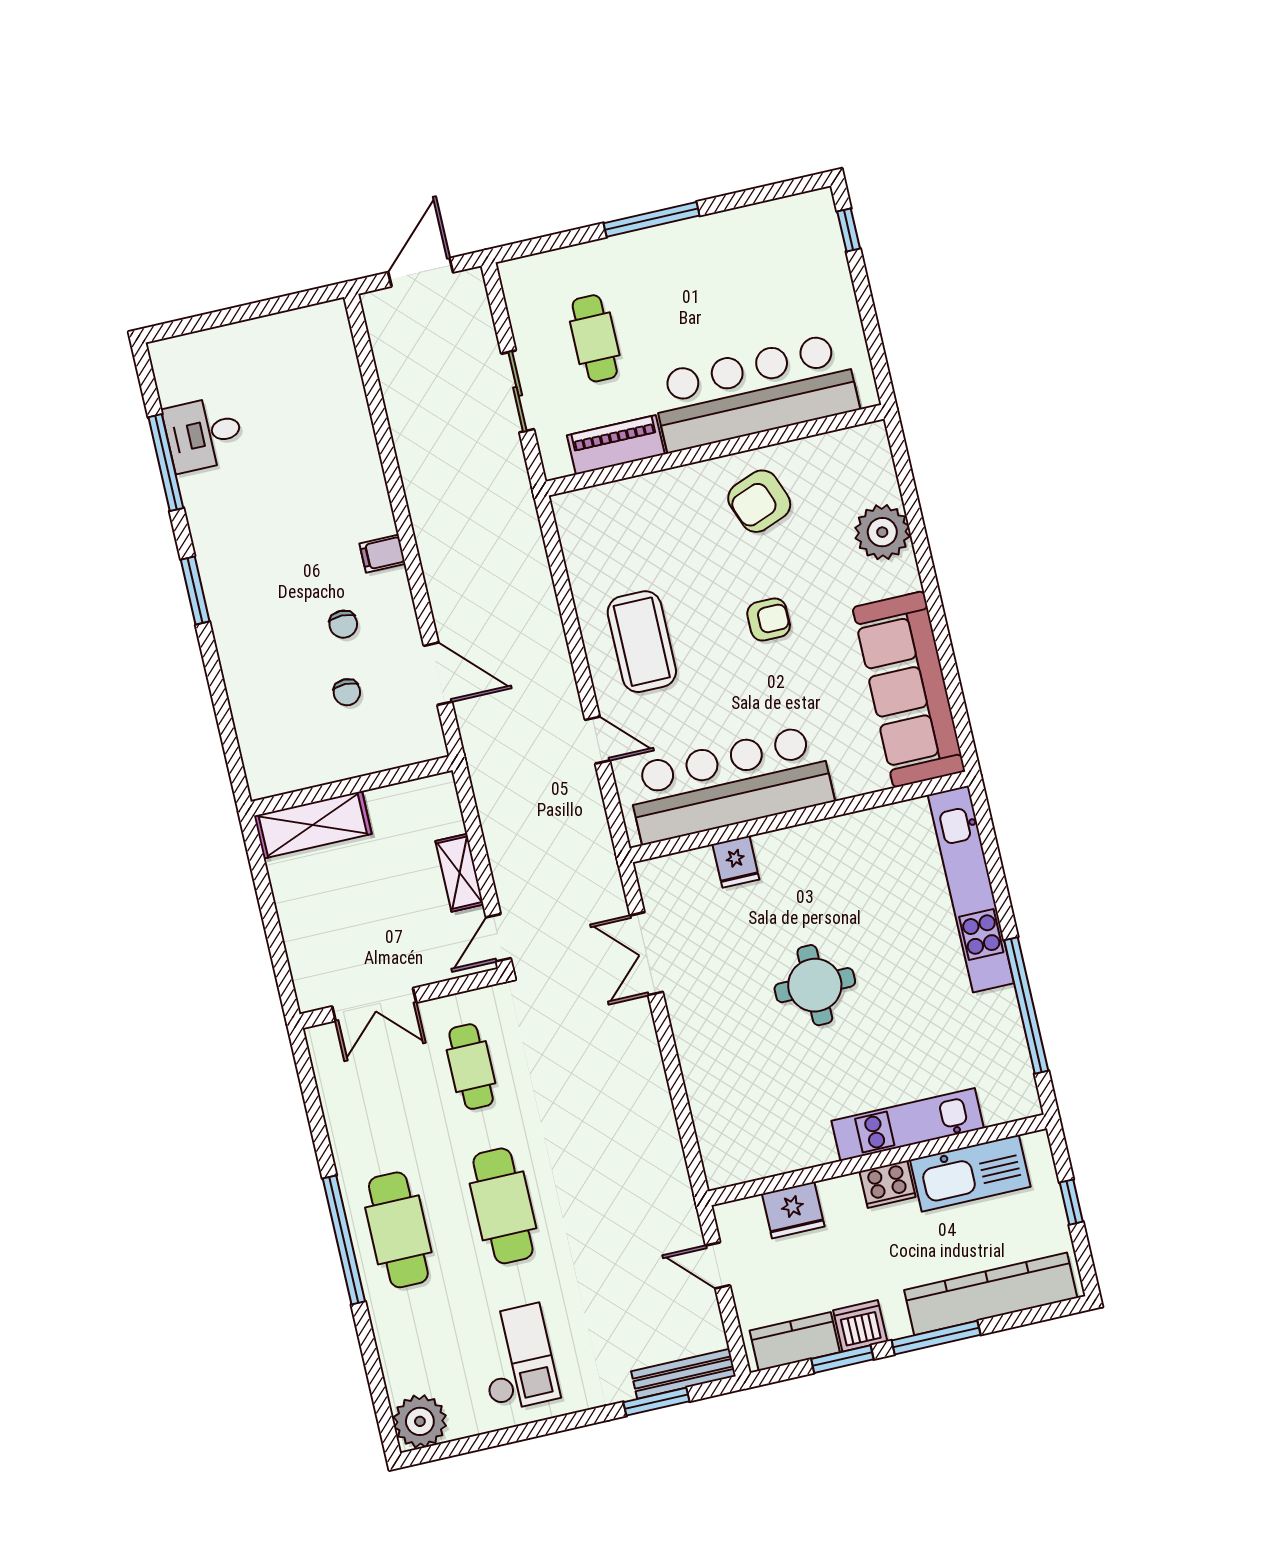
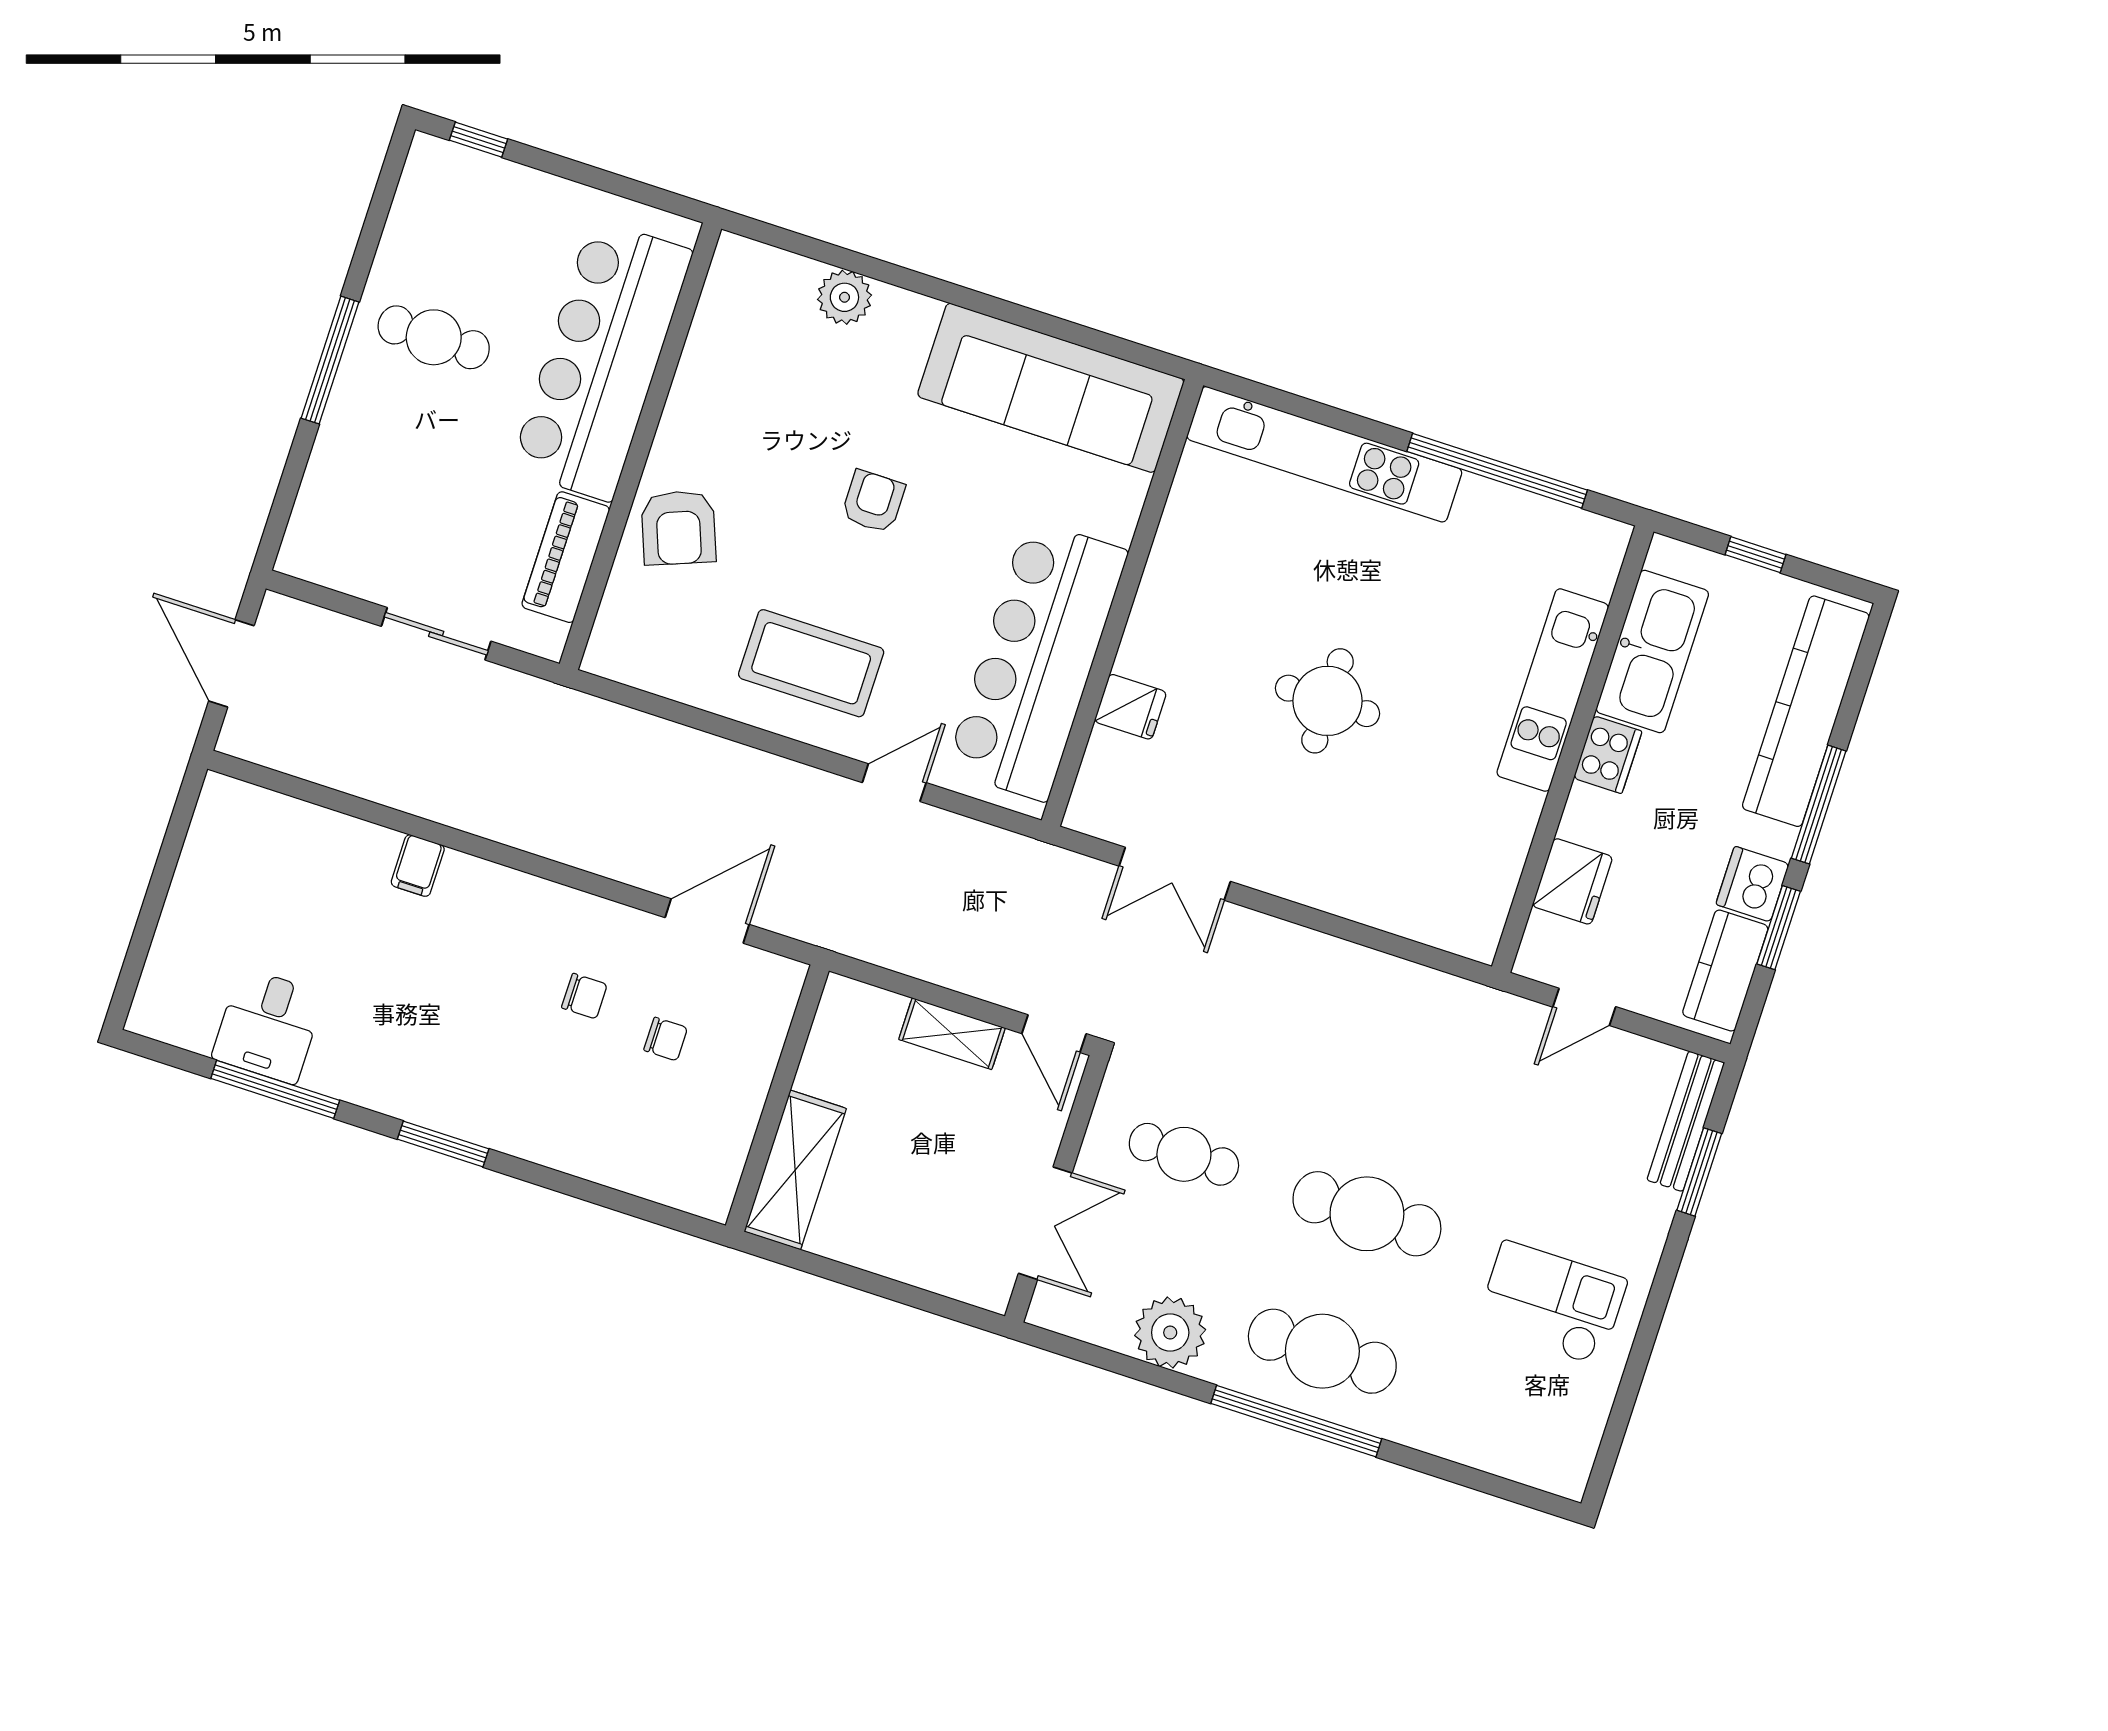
cafe table: (595, 338) -> (434, 337), moved
armchair: (759, 501) -> (678, 528), moved
plant: (882, 532) -> (844, 297), width x0.73, depth x0.73
filing cabinet: (382, 554) -> (418, 866), moved
plant: (420, 1421) -> (1170, 1333), moved

